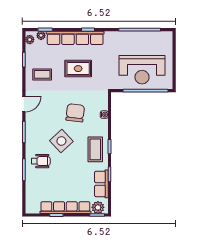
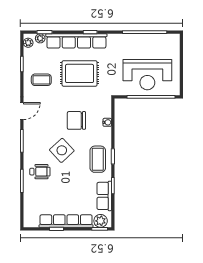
rug: (78, 69) -> (80, 73), width x1.36, depth x1.43
chair: (75, 113) -> (76, 120), turned -97

